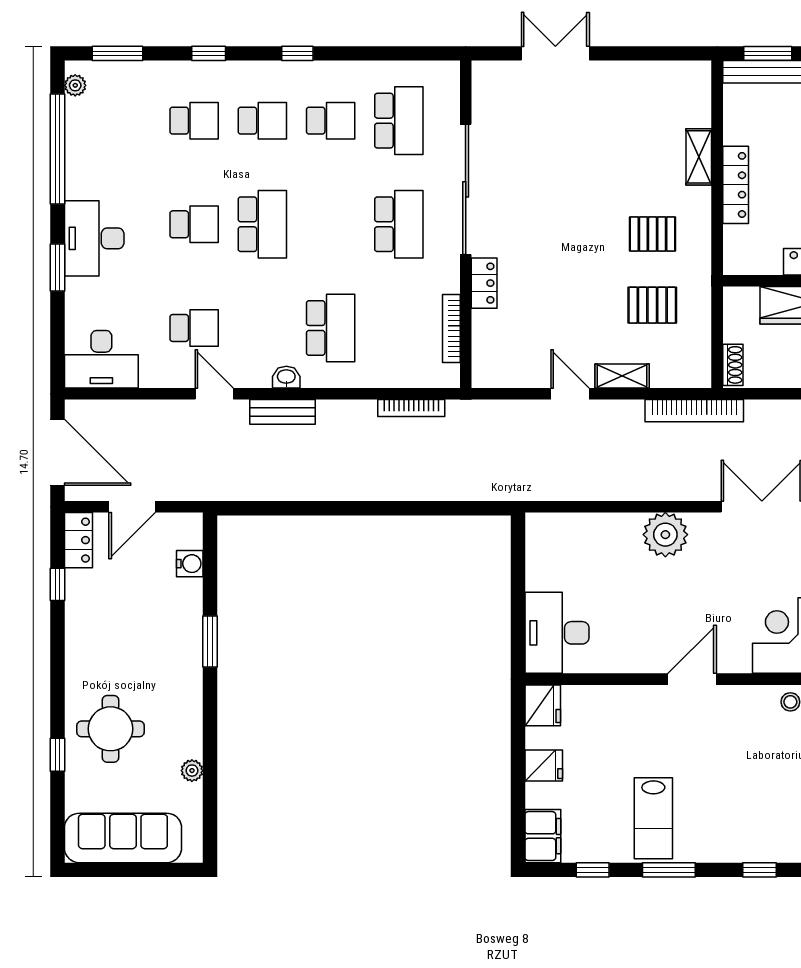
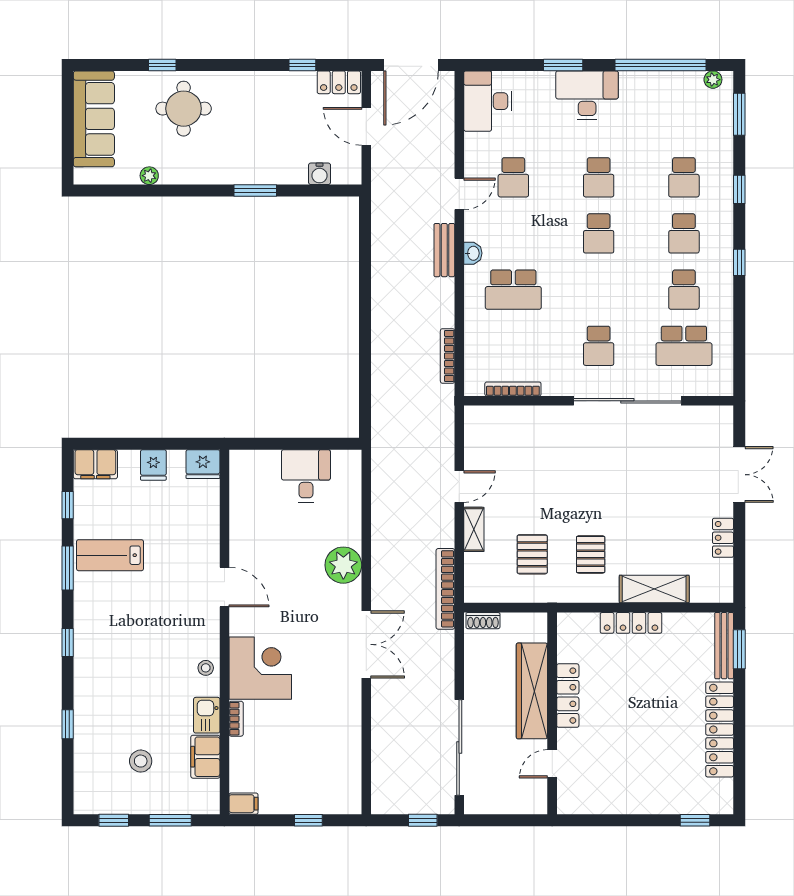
shelving: (699, 157) -> (654, 589), width x1.50, depth x1.33
school desk: (262, 224) -> (599, 233), width x0.54
school desk: (399, 224) -> (599, 346), width x0.54
locker: (484, 283) -> (723, 538), moved, turned 90
desk: (557, 633) -> (306, 476), moved, width x0.73

